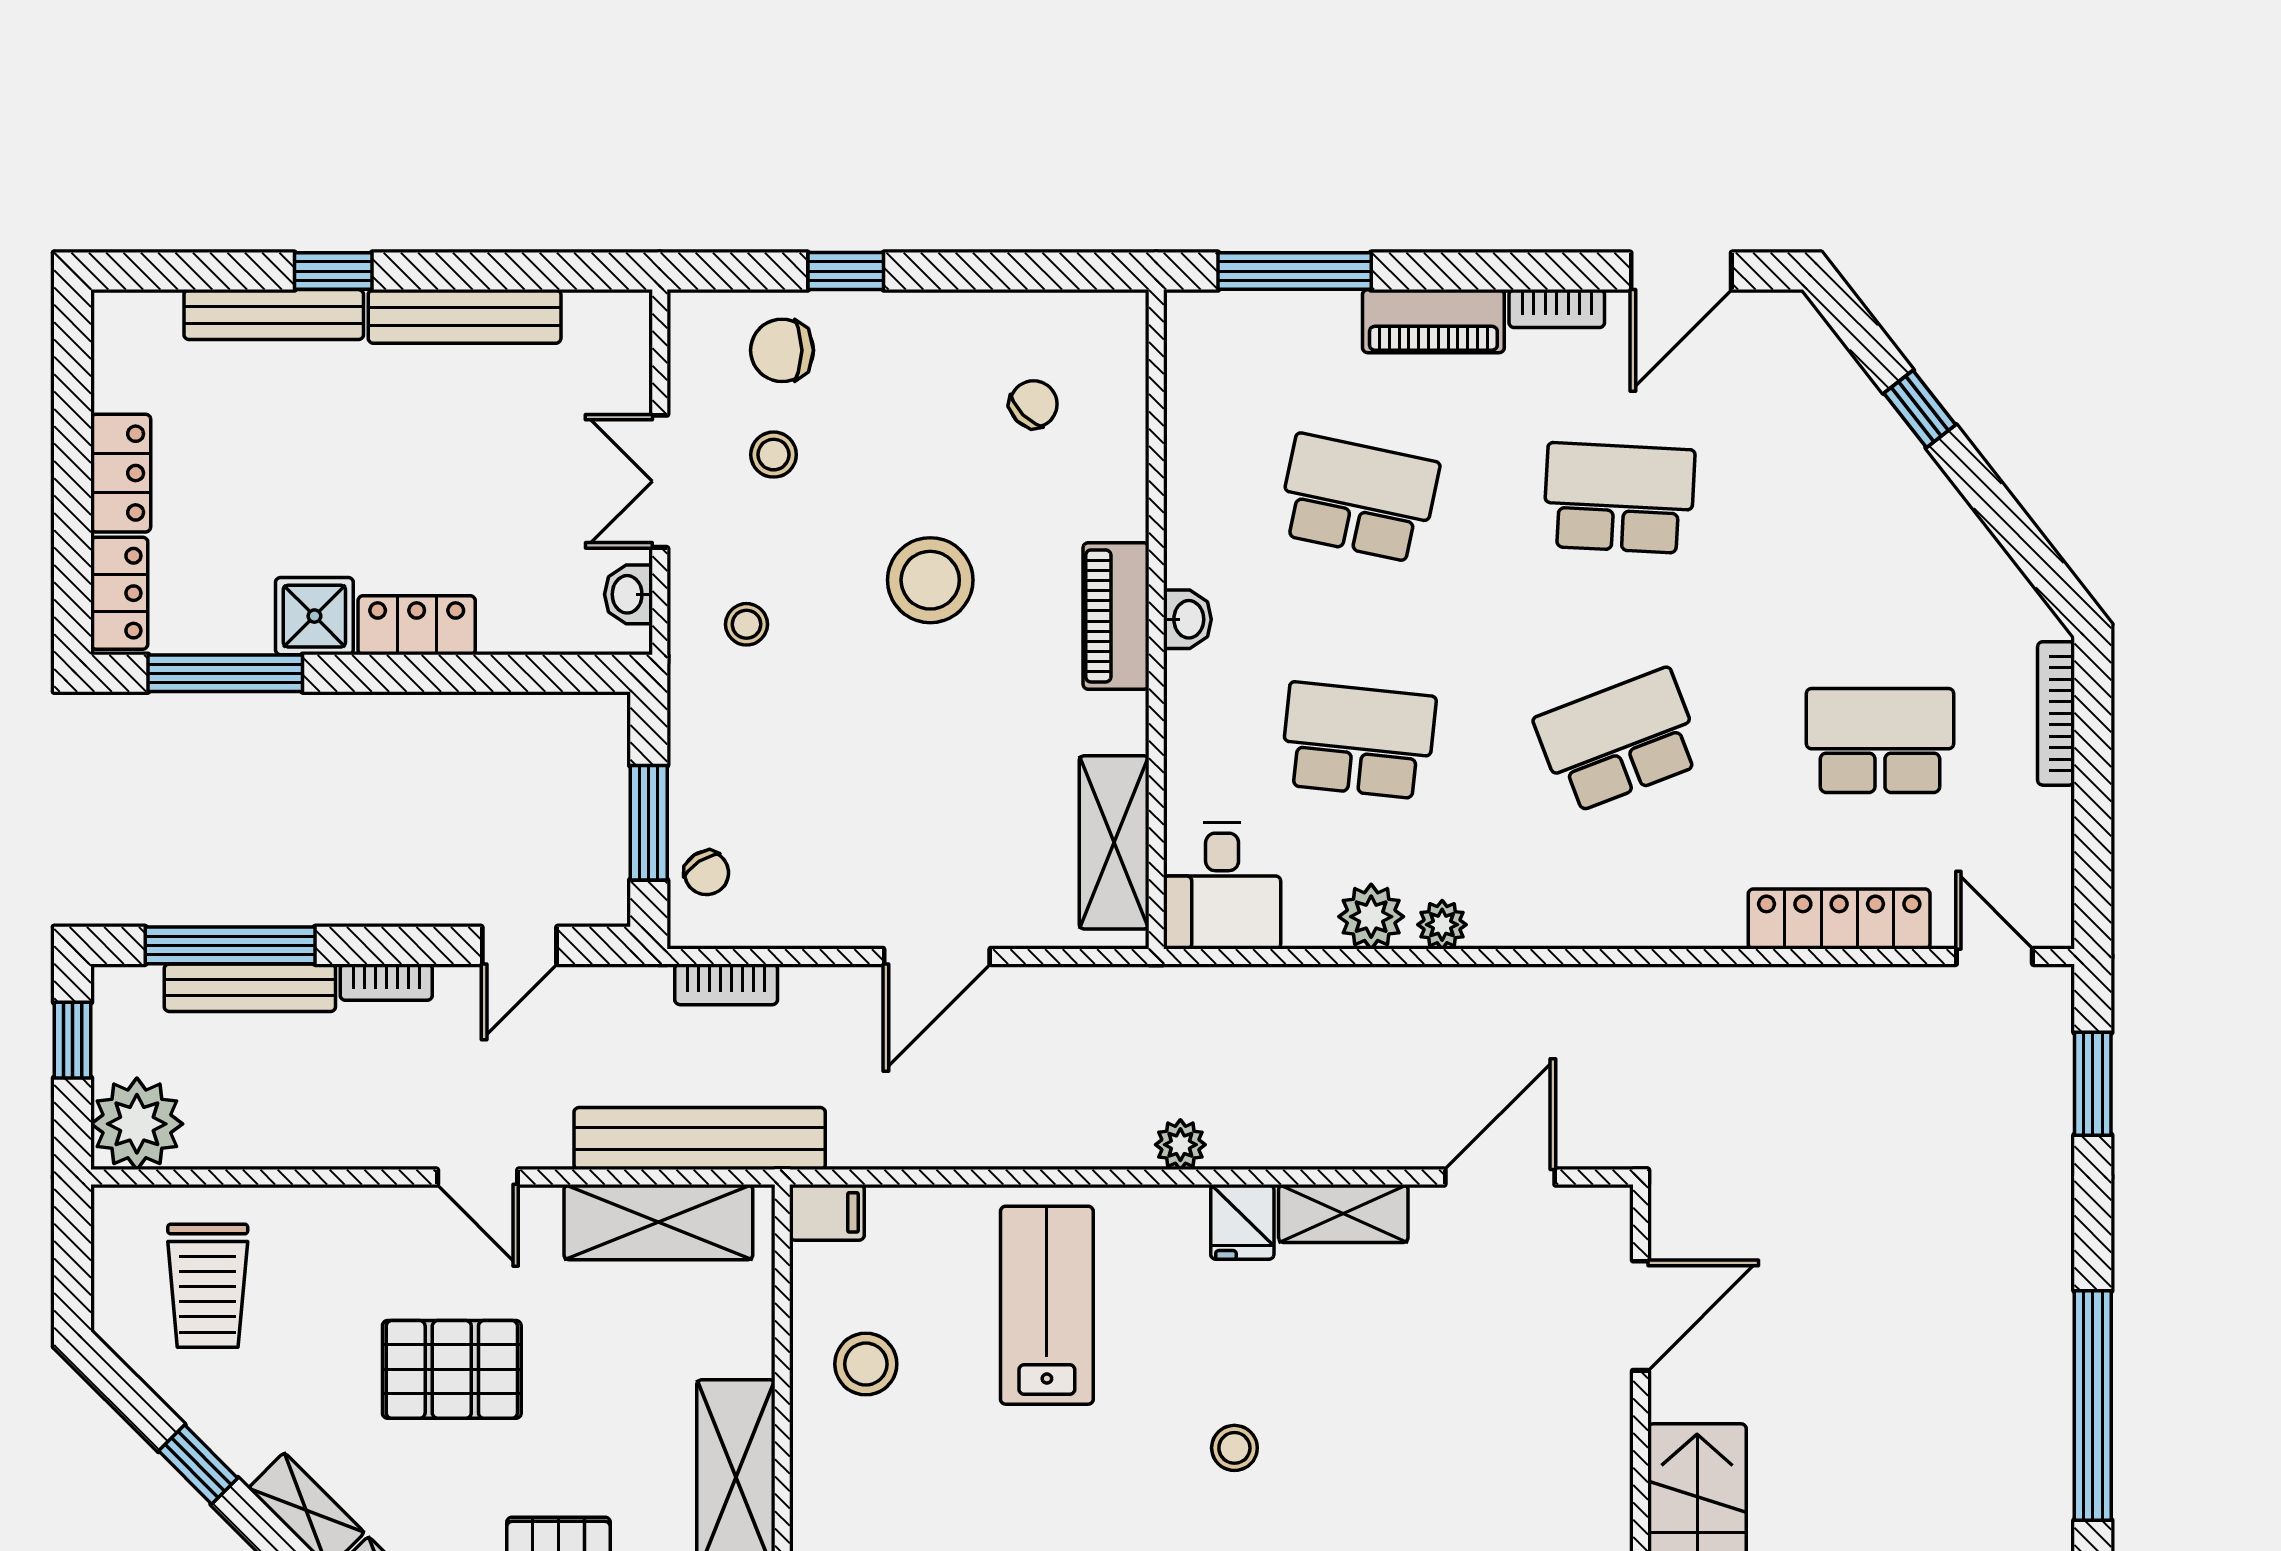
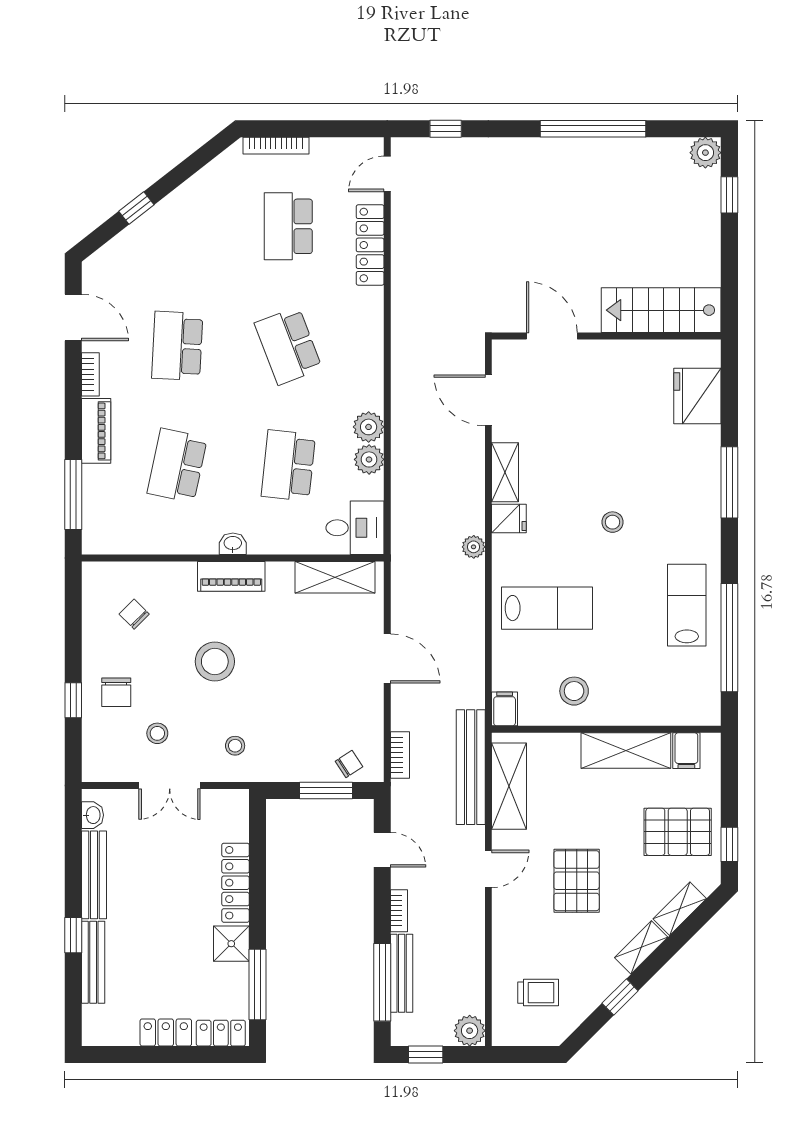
chair: (782, 350) -> (116, 692), moved
washbasin: (629, 594) -> (93, 815), moved, turned -90
locker: (417, 625) -> (236, 883), width x1.53
plant: (1442, 925) -> (369, 427), width x1.38, depth x1.38
window: (2093, 1084) -> (446, 129), width x0.67
plant: (137, 1124) -> (470, 1031), width x0.73, depth x0.73
trolley: (208, 1286) -> (538, 993), width x0.73, depth x0.72
lab bench: (1047, 1305) -> (547, 608), turned 180

